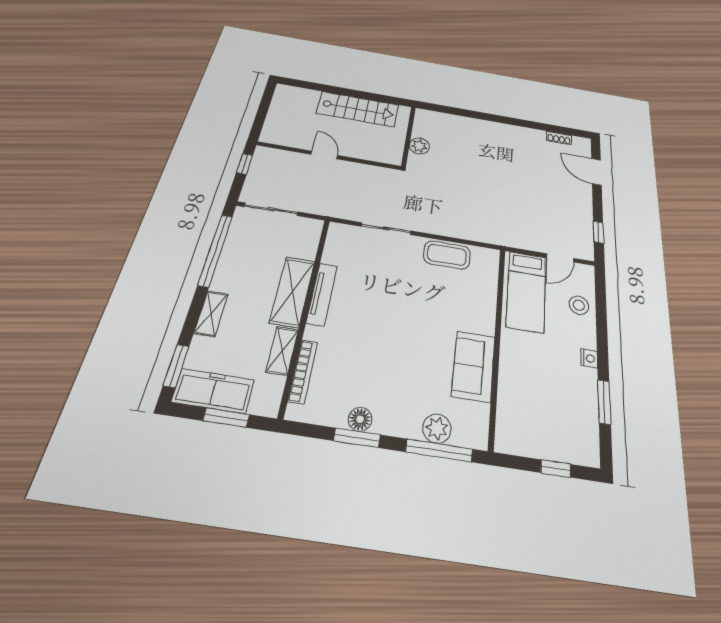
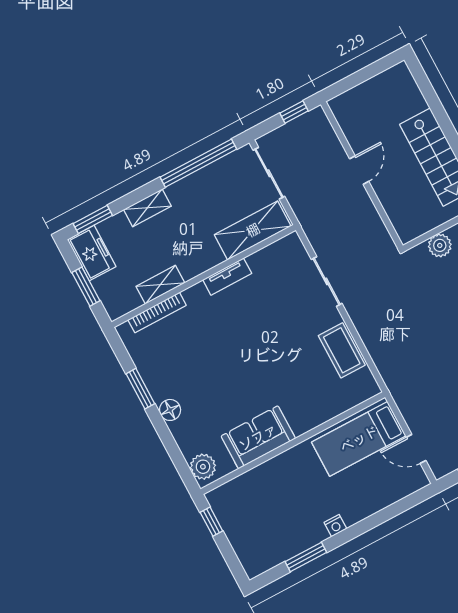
shelving: (292, 292) -> (253, 230), moved
tv unit: (322, 294) -> (227, 277), width x0.71
stool: (579, 305) -> (380, 491), removed
freezer: (213, 391) -> (92, 253), width x0.71
floor lamp: (360, 419) -> (170, 410), moved
plant: (437, 429) -> (203, 467), moved
window: (439, 451) -> (175, 454), removed
window: (556, 469) -> (211, 522), moved

